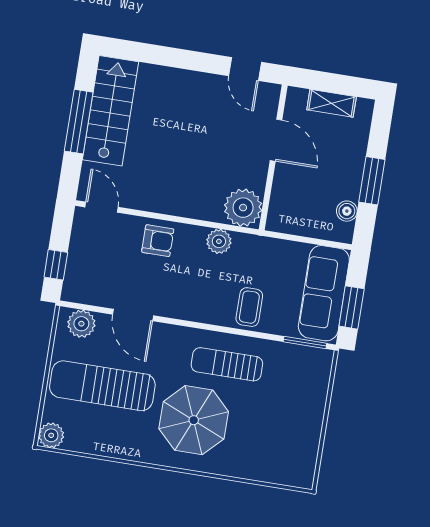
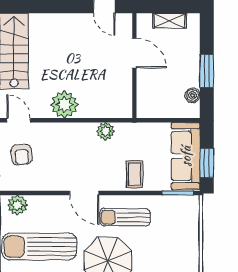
plant: (243, 208) -> (64, 105), moved
armchair: (158, 241) -> (22, 155), moved, turned 85
door: (133, 315) -> (84, 193), moved

